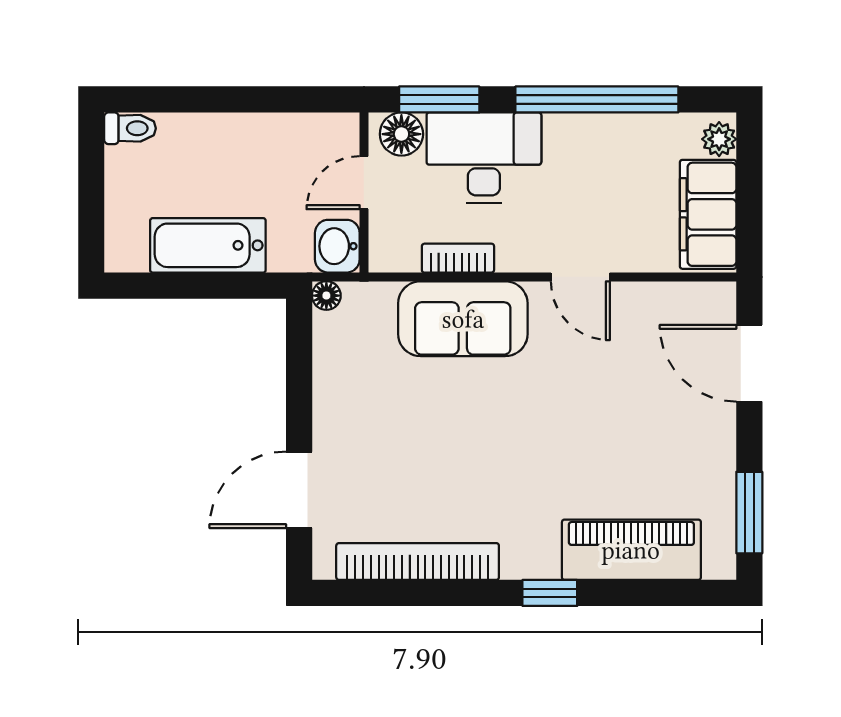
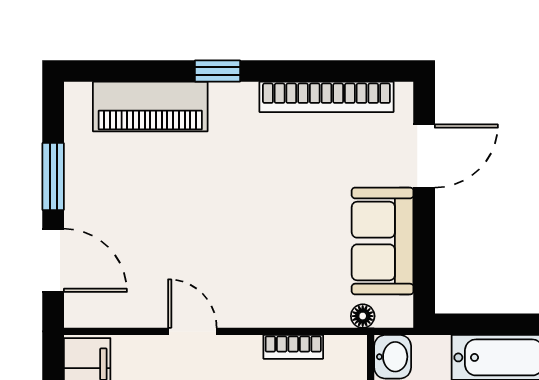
floor lamp: (326, 296) -> (363, 316), moved
sofa: (463, 319) -> (383, 241), moved, turned -90
window: (749, 513) -> (53, 176), moved

